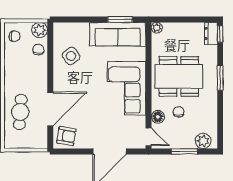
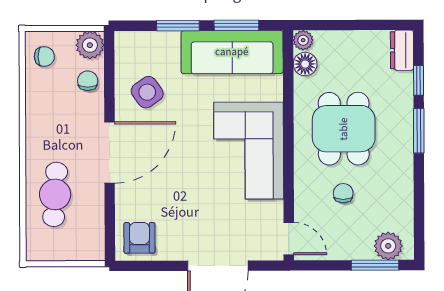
window: (88, 19) -> (178, 26), added
window: (220, 34) -> (419, 80), moved
dining table: (179, 76) -> (344, 129), width x0.73
door: (50, 109) -> (110, 153), moved
floor lamp: (158, 117) -> (305, 64), moved
armchair: (66, 136) -> (139, 238), turned -100
window: (184, 151) -> (375, 265), moved

